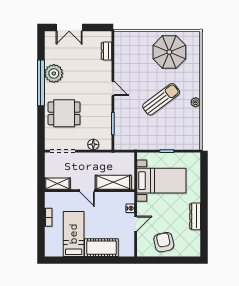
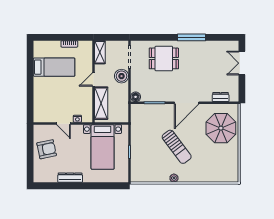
parasol: (169, 52) -> (221, 128), moved
plant: (54, 73) -> (200, 49), removed
window: (41, 83) -> (191, 37), width x0.68
door: (113, 88) -> (187, 103), width x1.87
dining table: (64, 113) -> (164, 58), turned 90
floor lamp: (93, 144) -> (136, 97), moved
boiler: (83, 160) -> (122, 76), added
cot: (101, 248) -> (42, 93), removed

